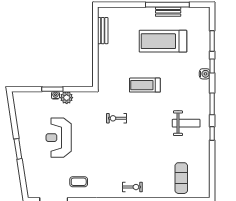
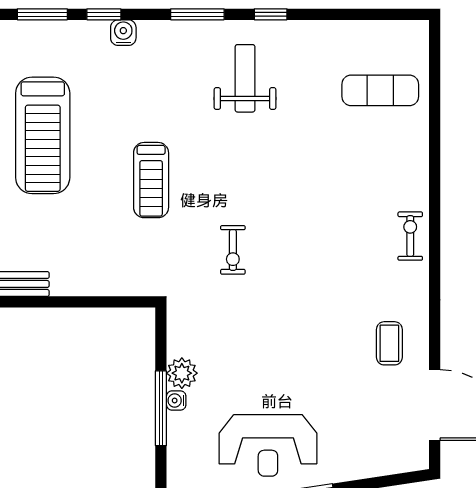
window: (52, 89) -> (161, 408), width x1.44
reception desk: (59, 138) -> (268, 445), moved
exercise bike: (132, 187) -> (410, 236), moved

